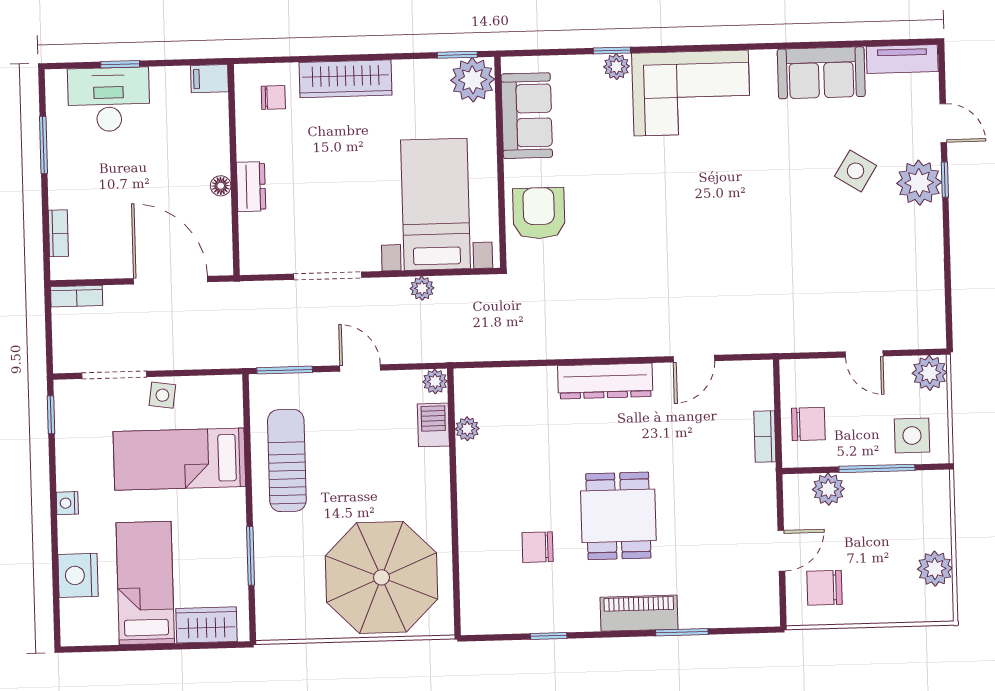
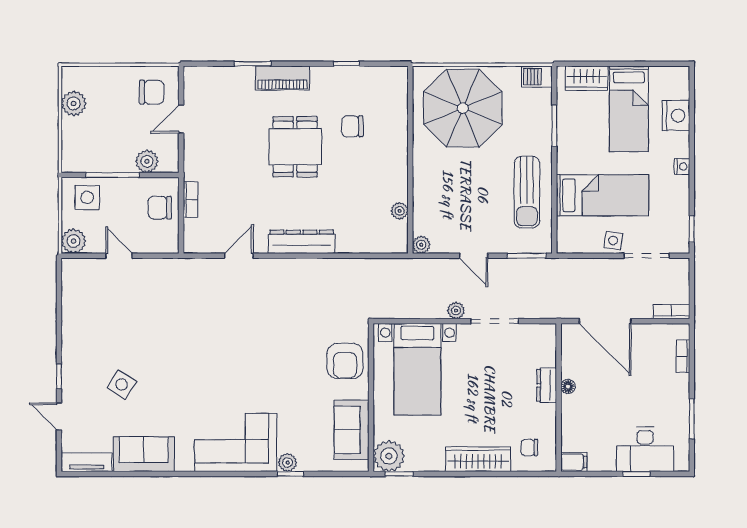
plant: (919, 183) -> (77, 375), removed
plant: (422, 288) -> (456, 311), moved
barbecue: (433, 425) -> (537, 77), moved, turned 90
chair: (538, 547) -> (352, 126), turned 180

